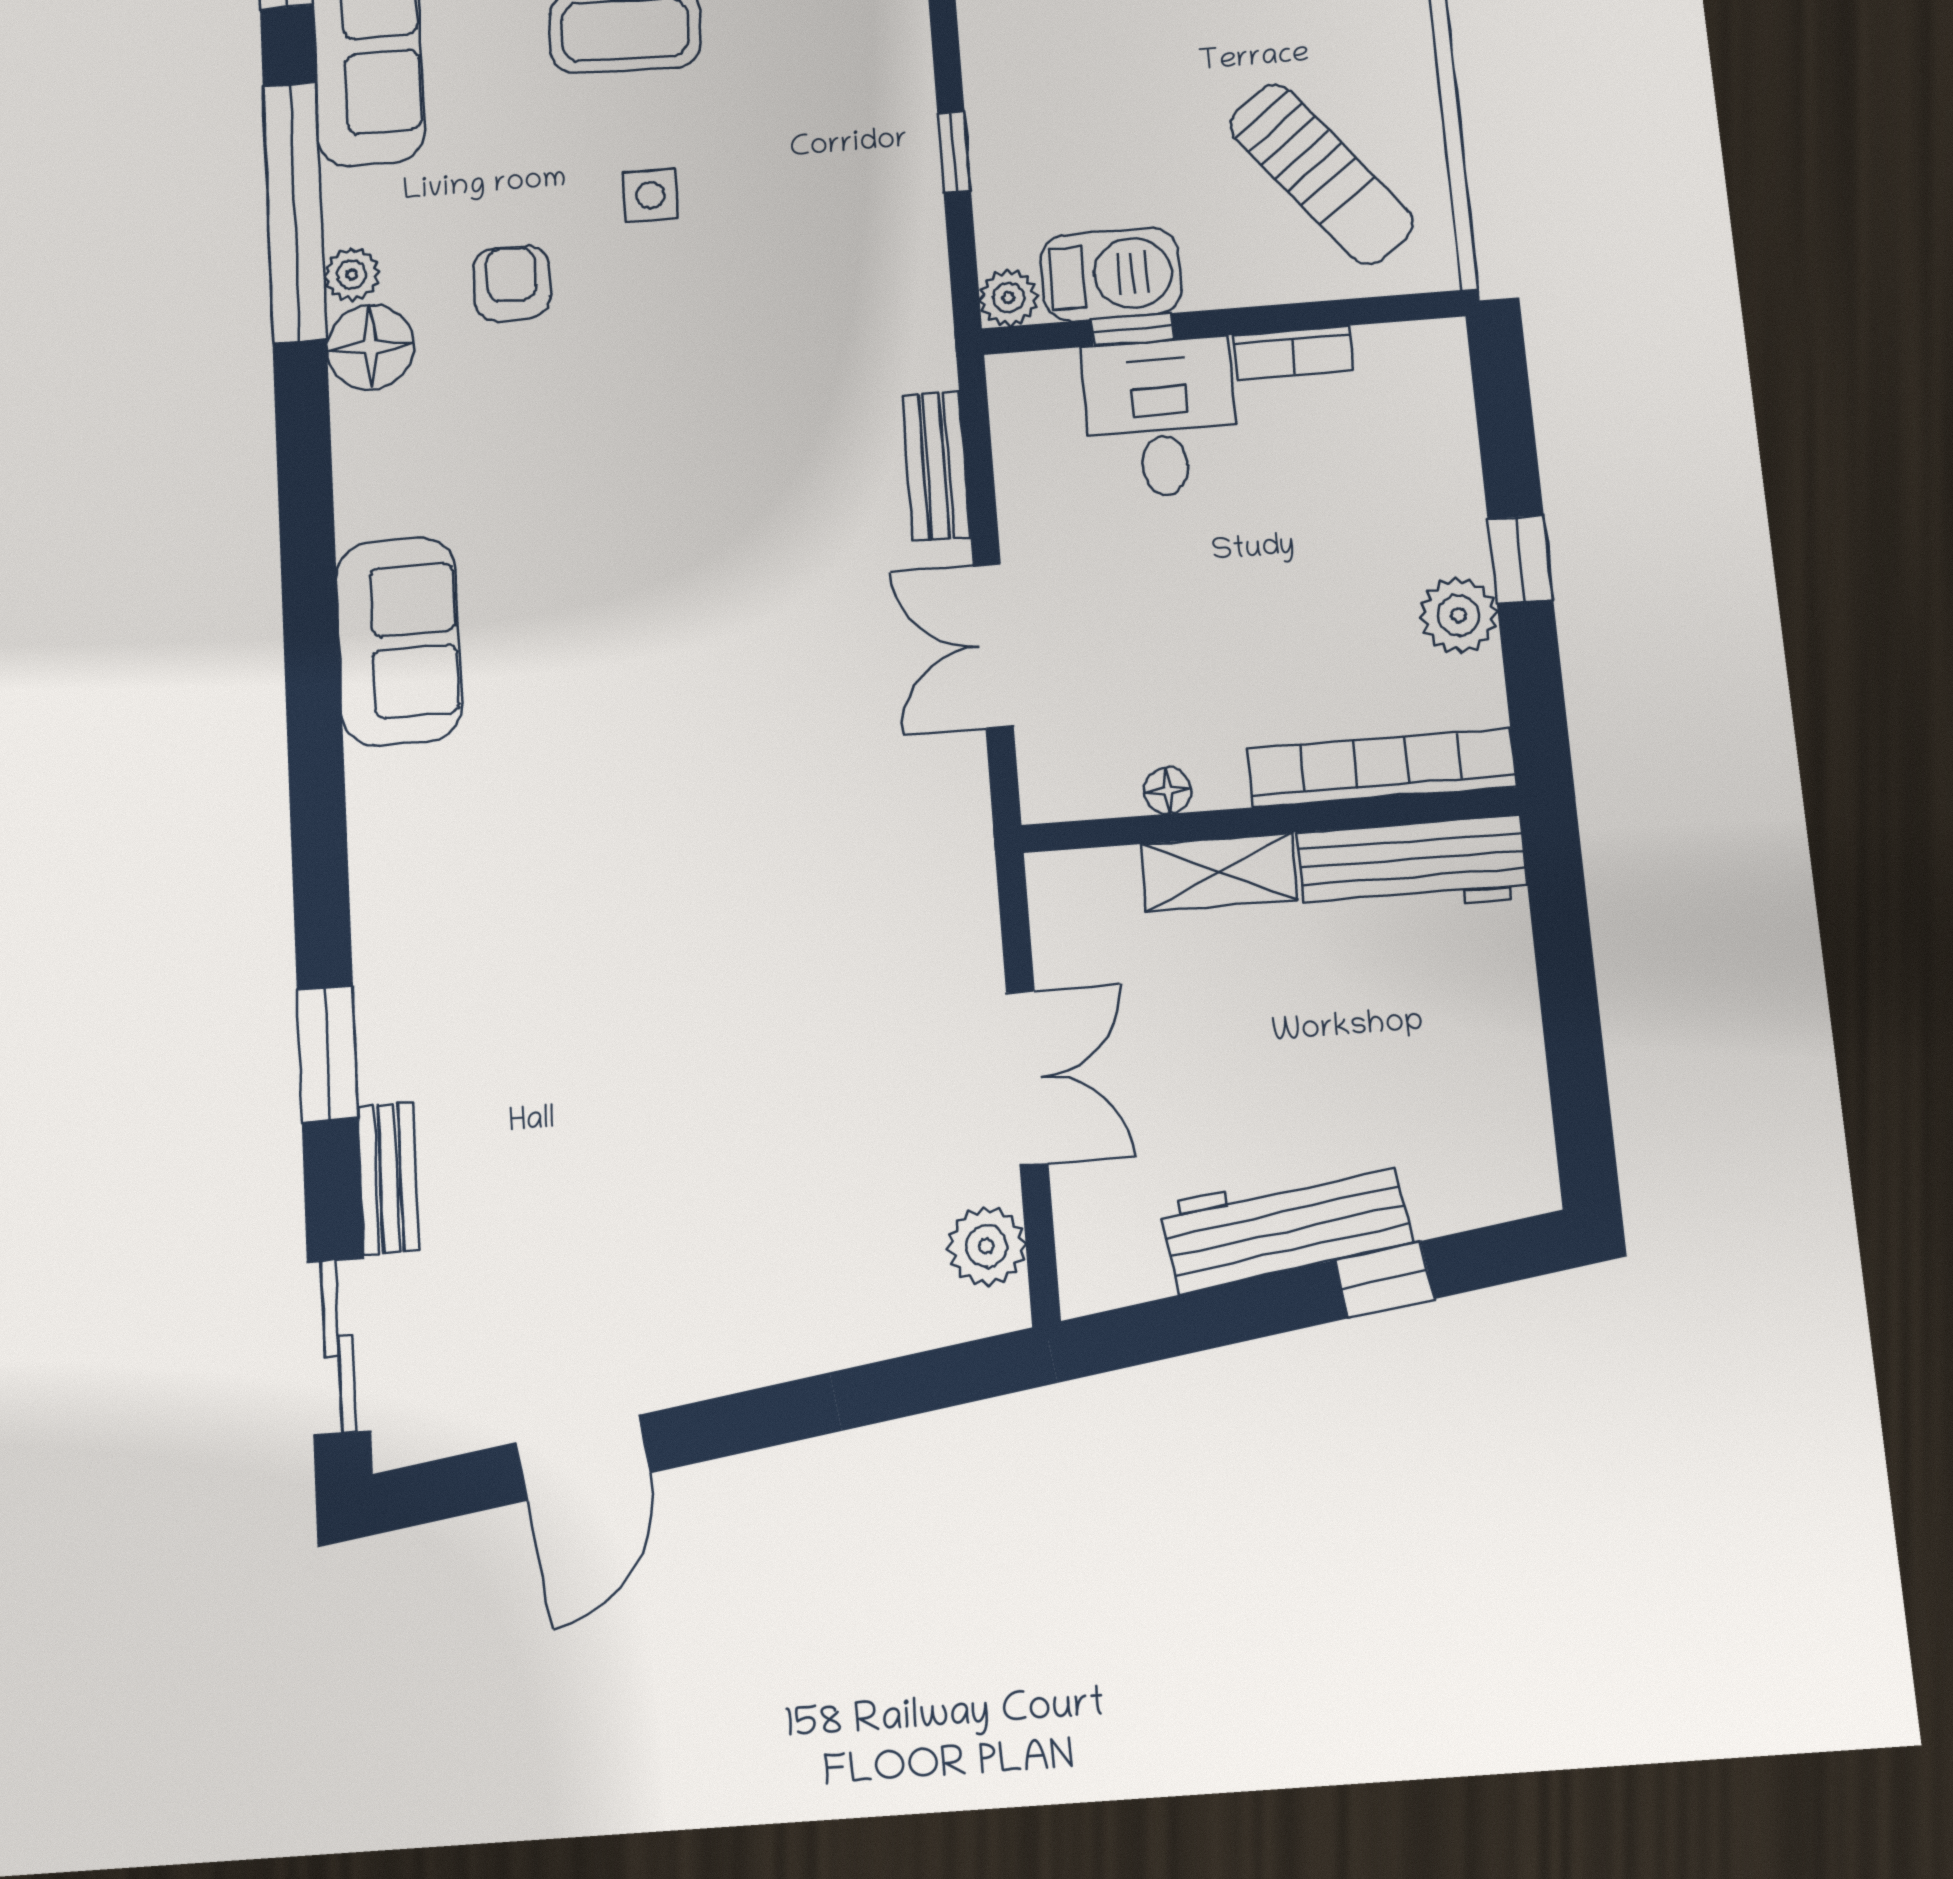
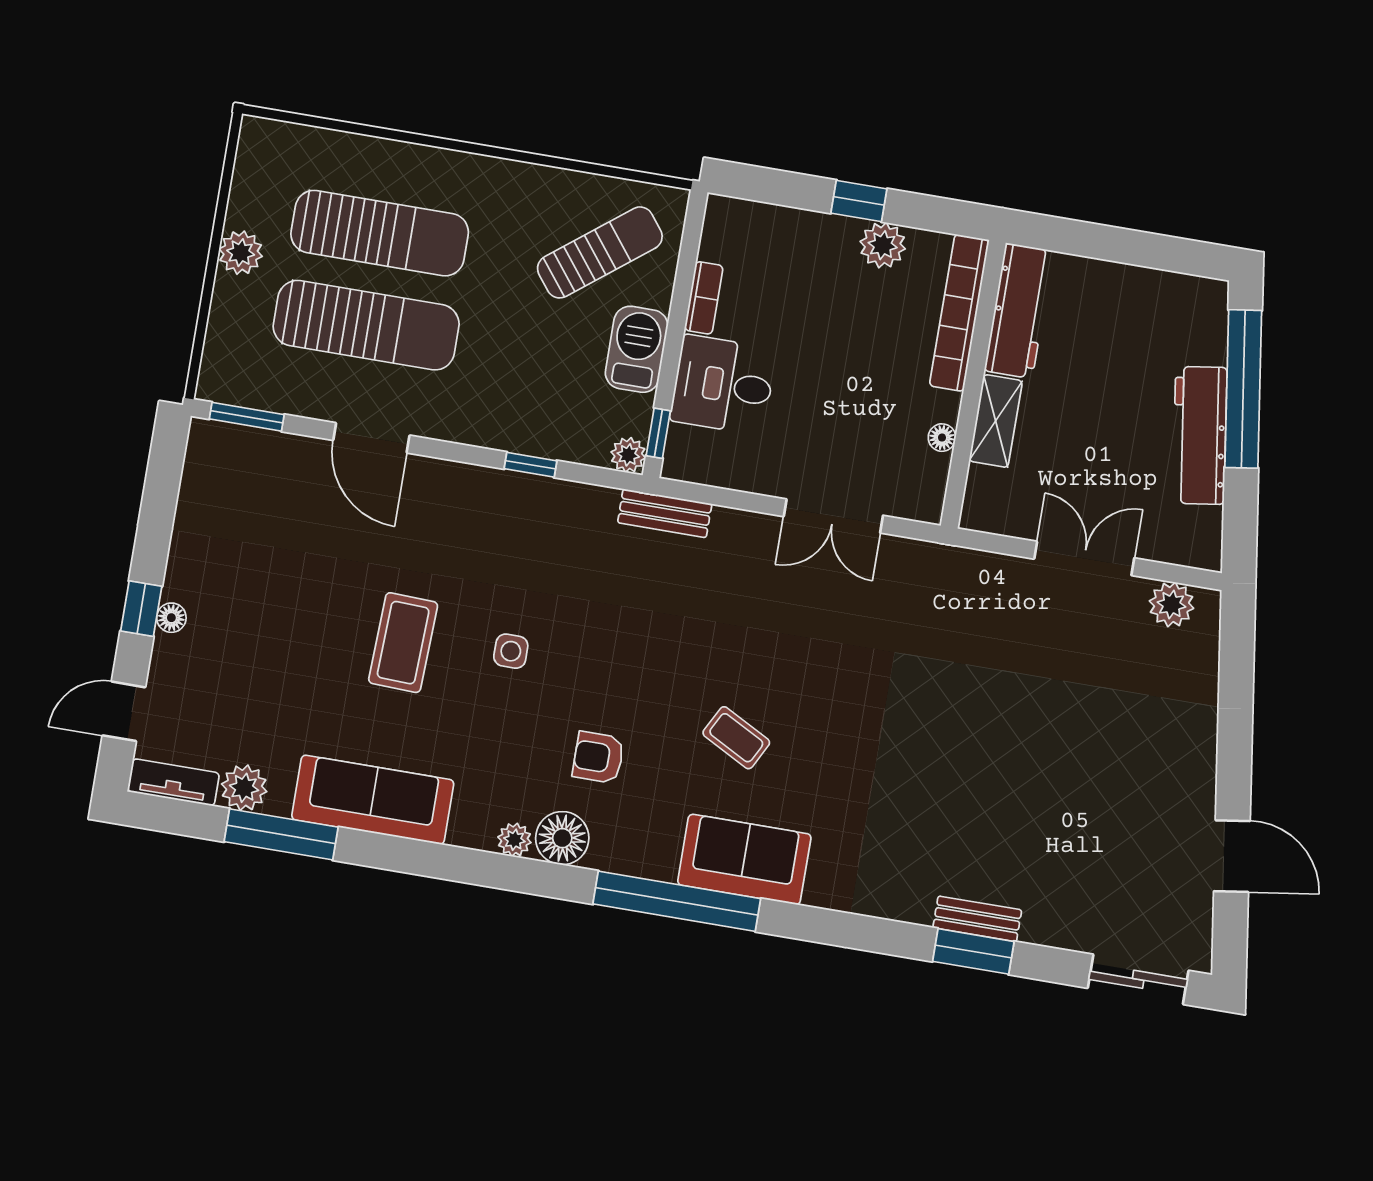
window: (295, 212) -> (677, 901), moved
barbecue: (1111, 274) -> (637, 349), moved
armchair: (512, 283) -> (598, 757), moved
window: (1132, 330) -> (658, 433), moved
bench: (936, 466) -> (665, 513), moved
coffee table: (594, 580) -> (736, 738), added
bench: (389, 1178) -> (977, 919), moved
window: (1385, 1280) -> (1243, 389), width x3.17

